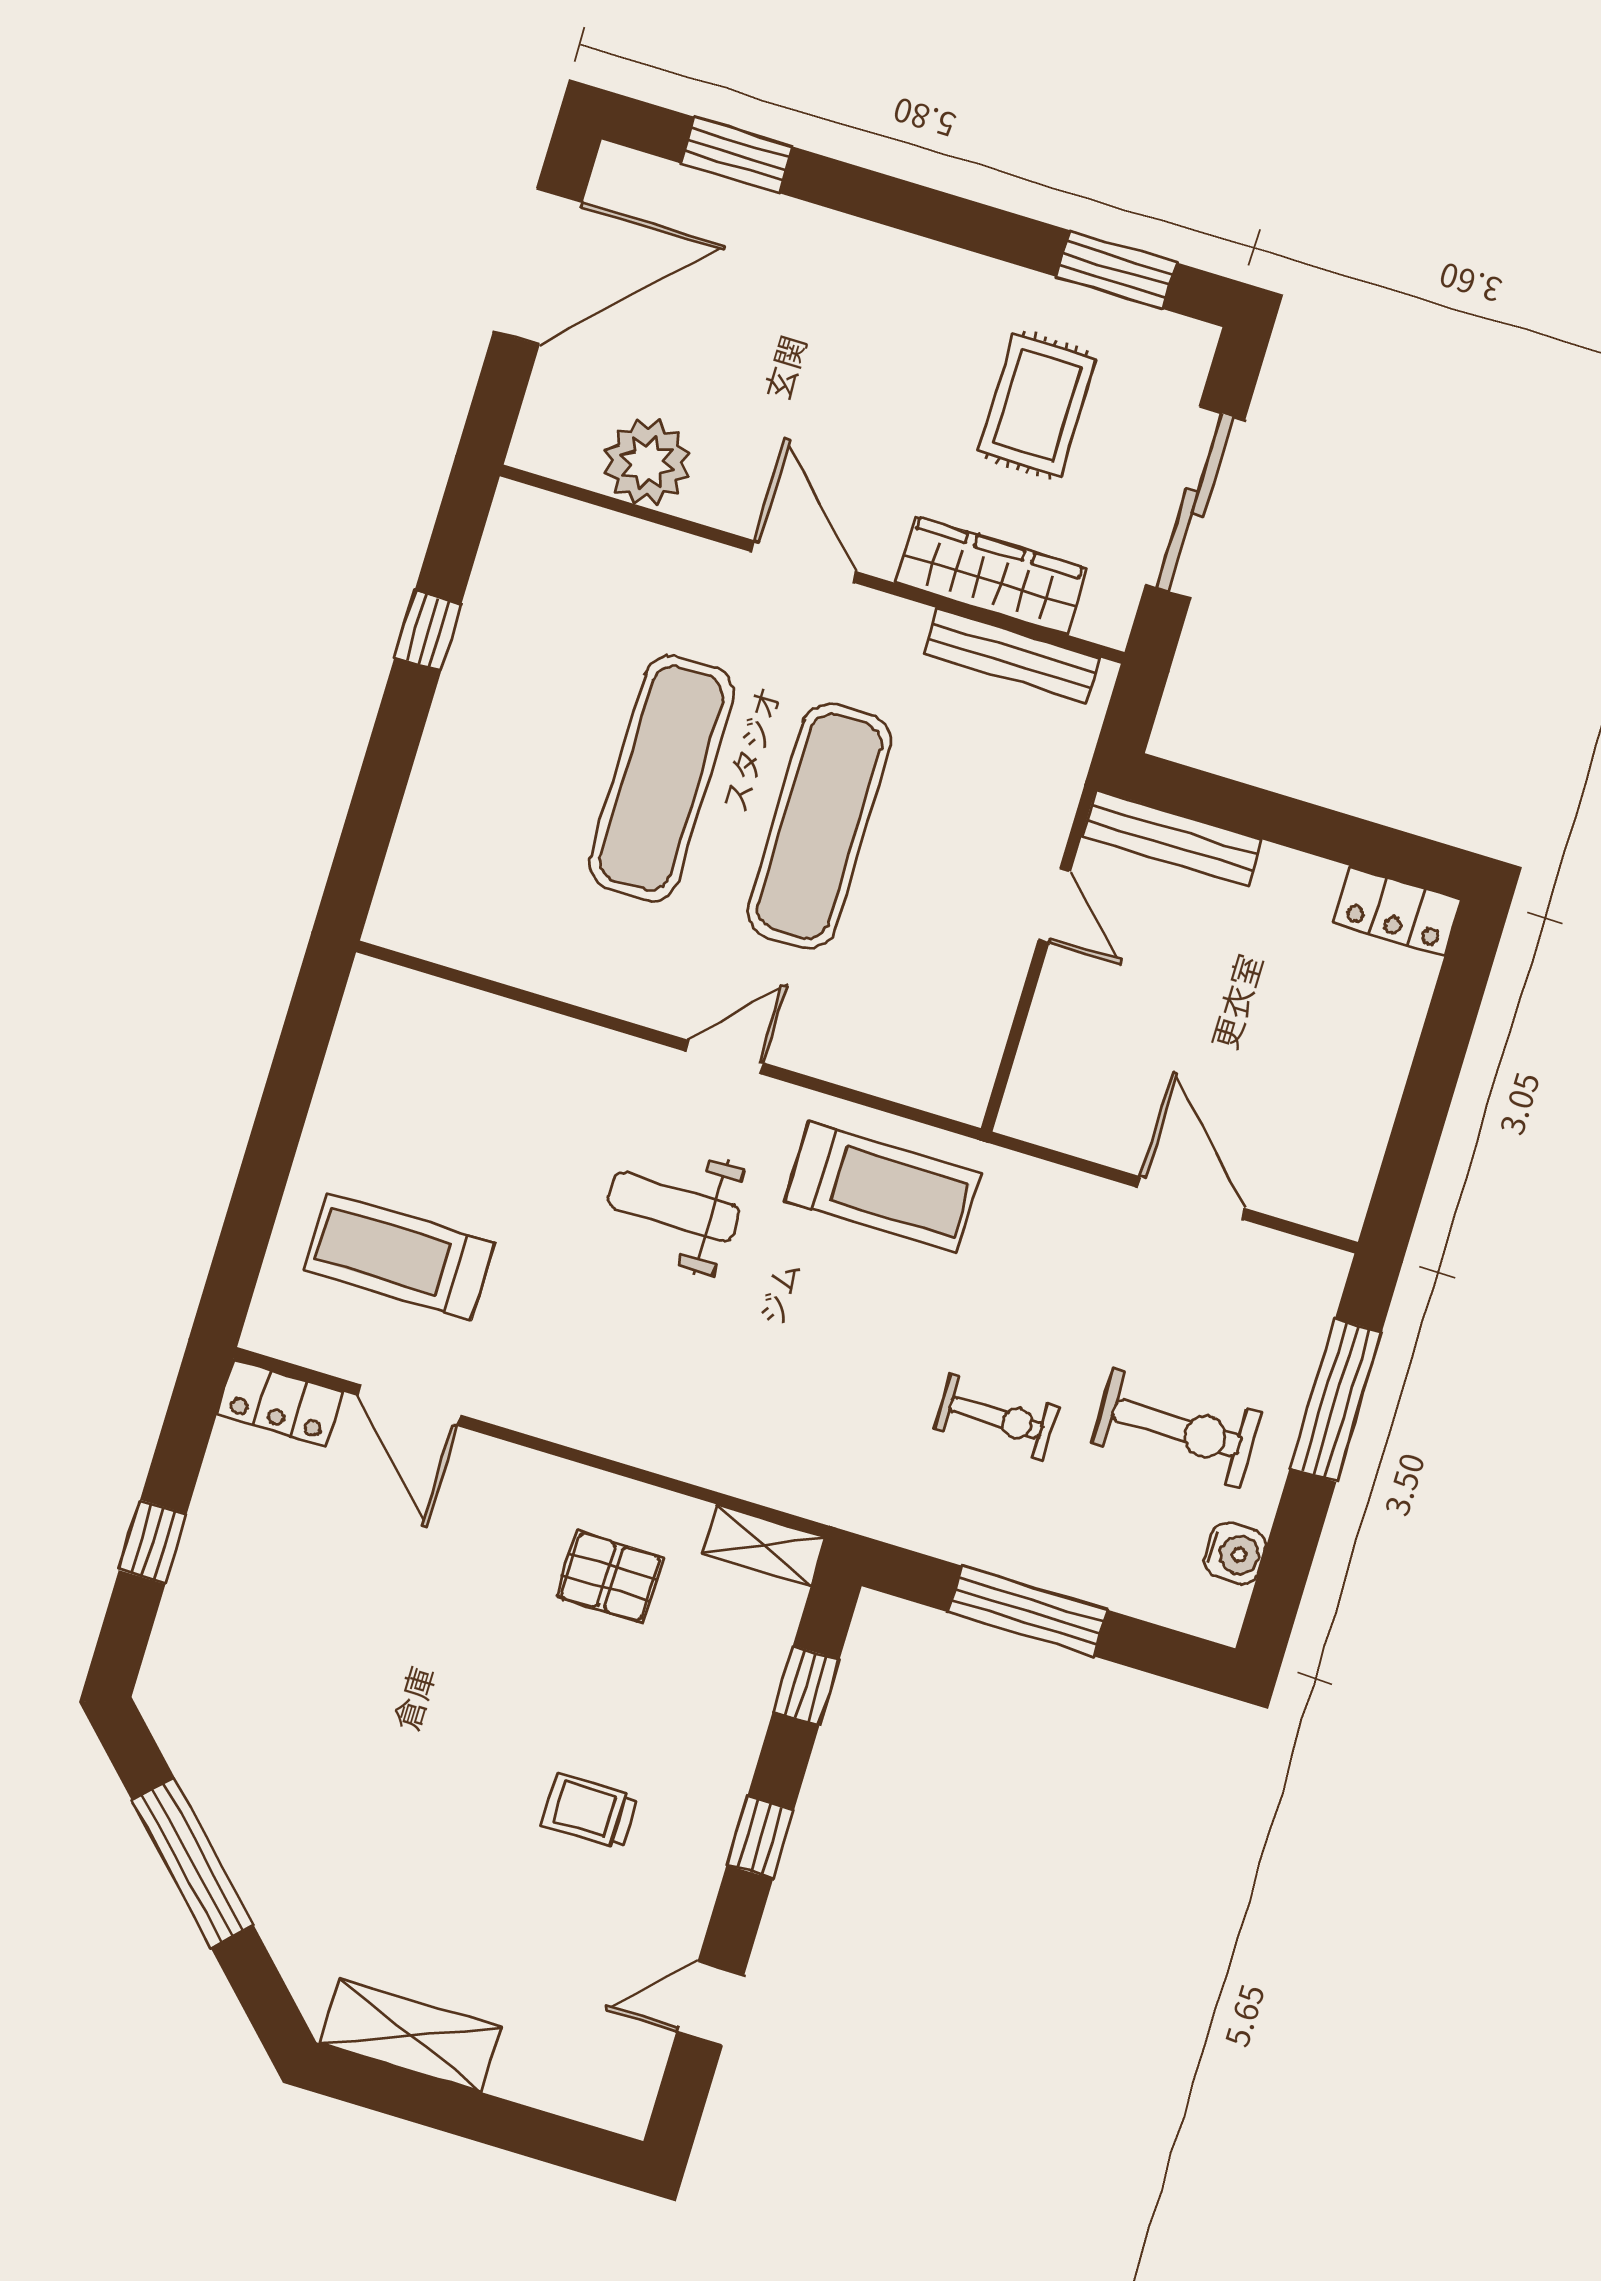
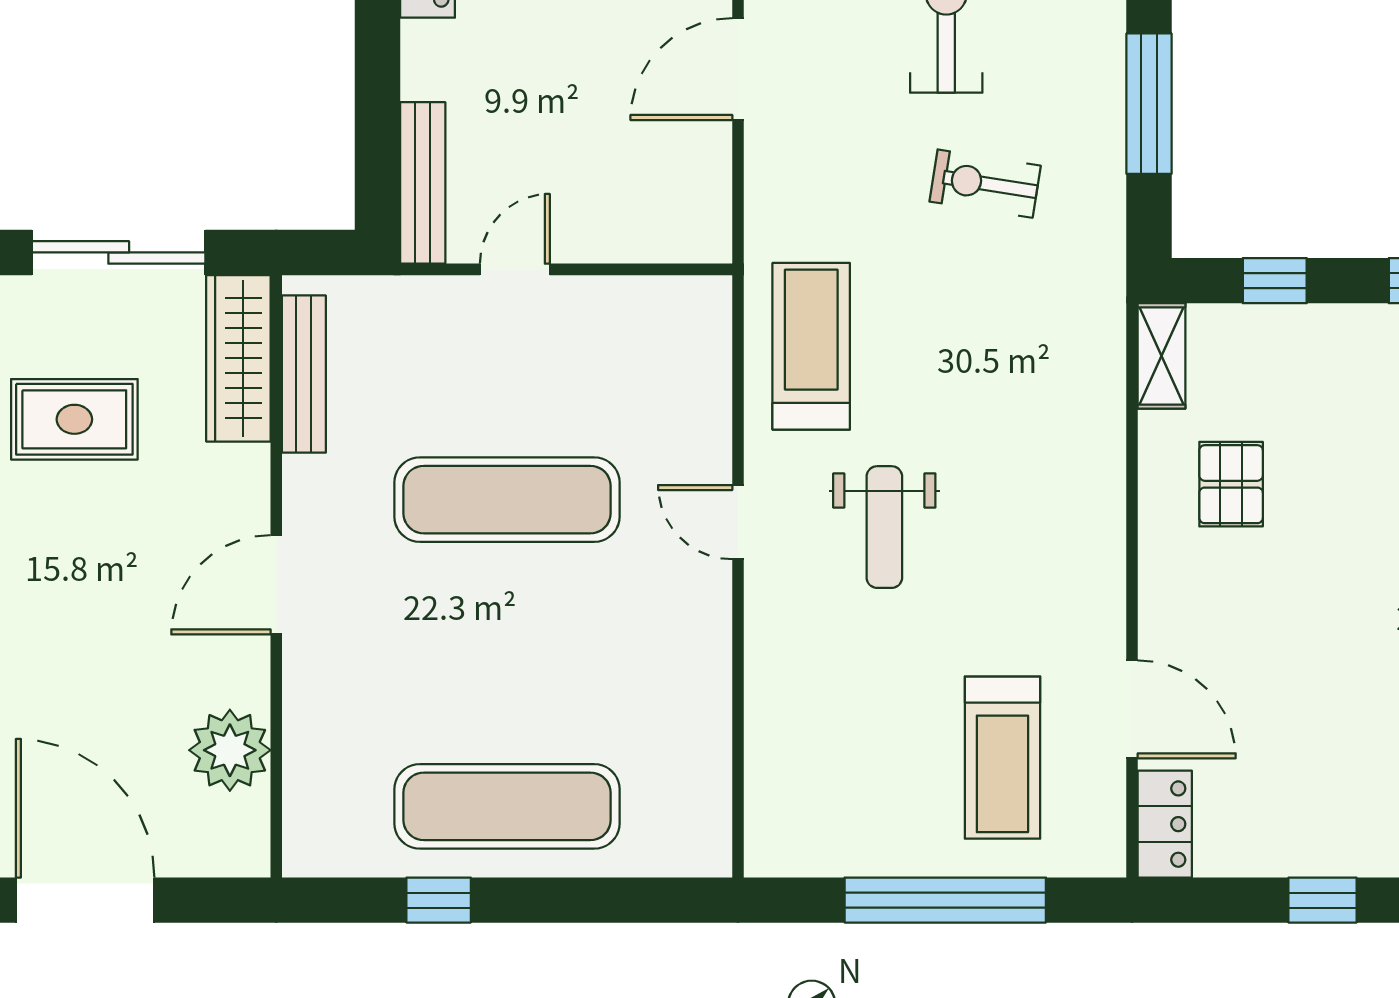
wardrobe: (991, 576) -> (238, 358), moved
exercise mat: (661, 778) -> (507, 806), moved
window: (270, 1153) -> (945, 900), added
door: (409, 1405) -> (1132, 709), hinge flipped
exercise bike: (996, 1417) -> (985, 184), turned -81

